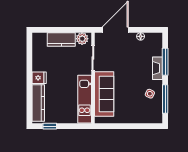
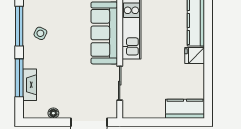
plant: (82, 39) -> (135, 110), removed
kitchen counter: (61, 40) -> (185, 109), moved
fireplace: (158, 68) -> (30, 85), moved

